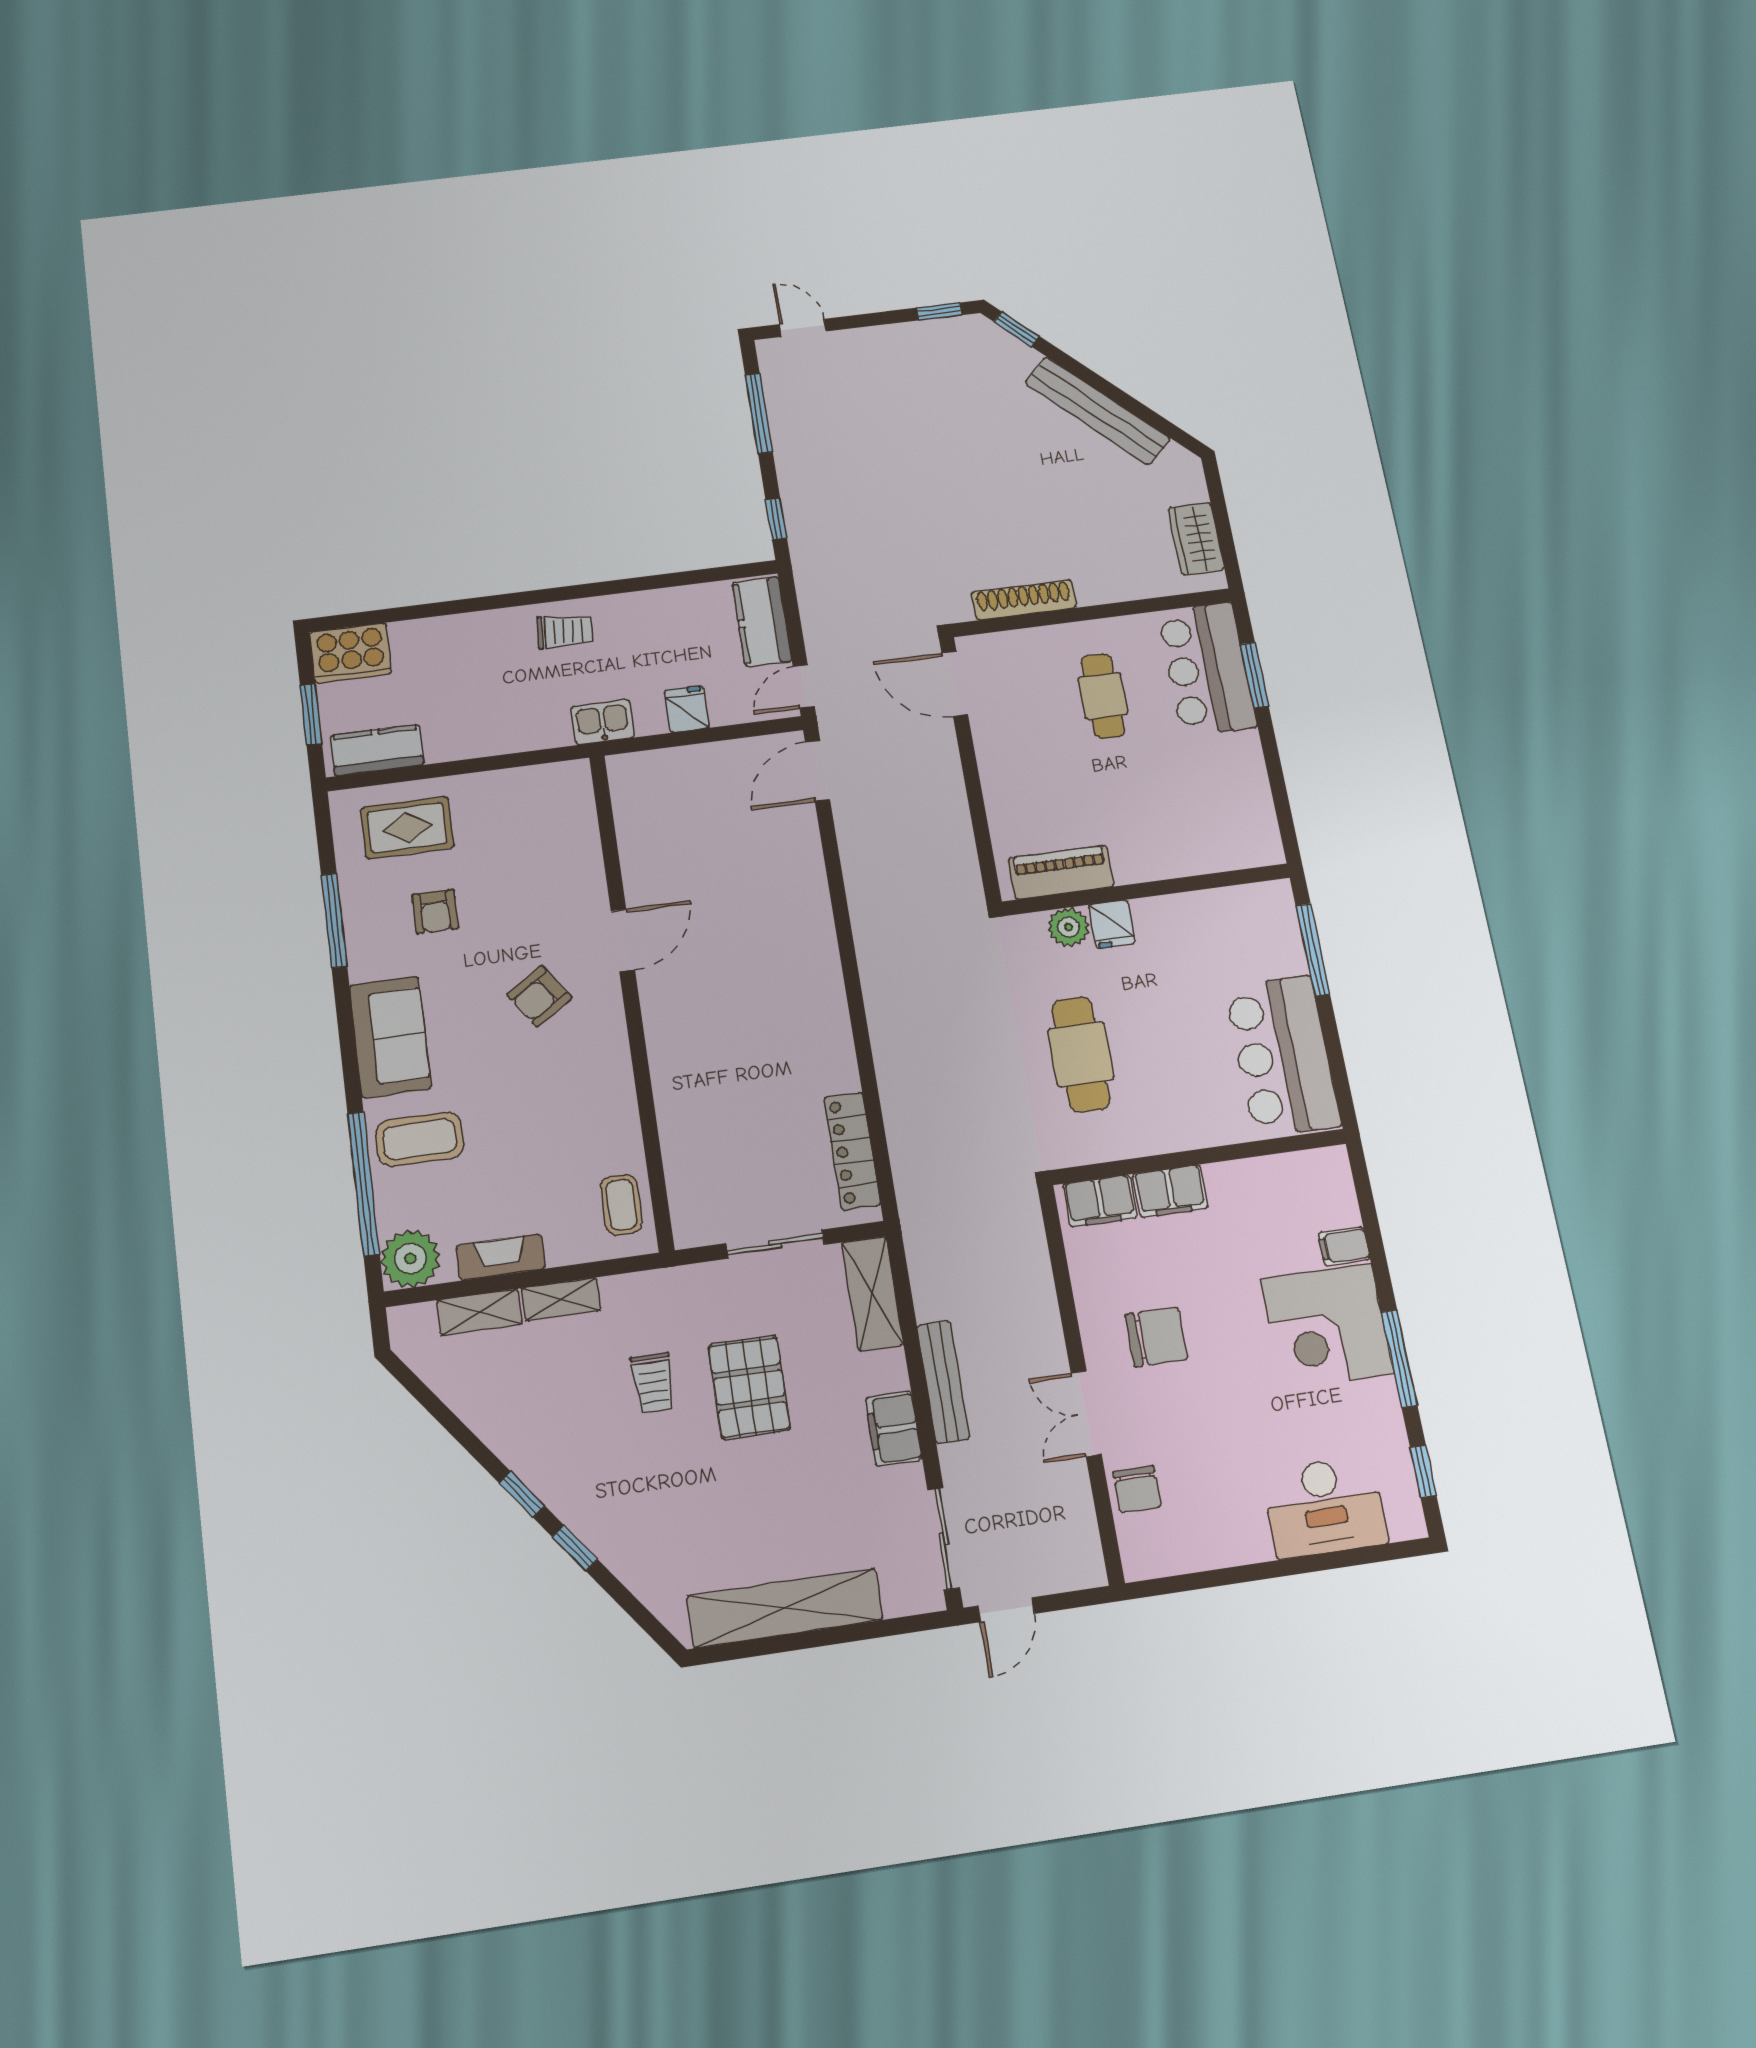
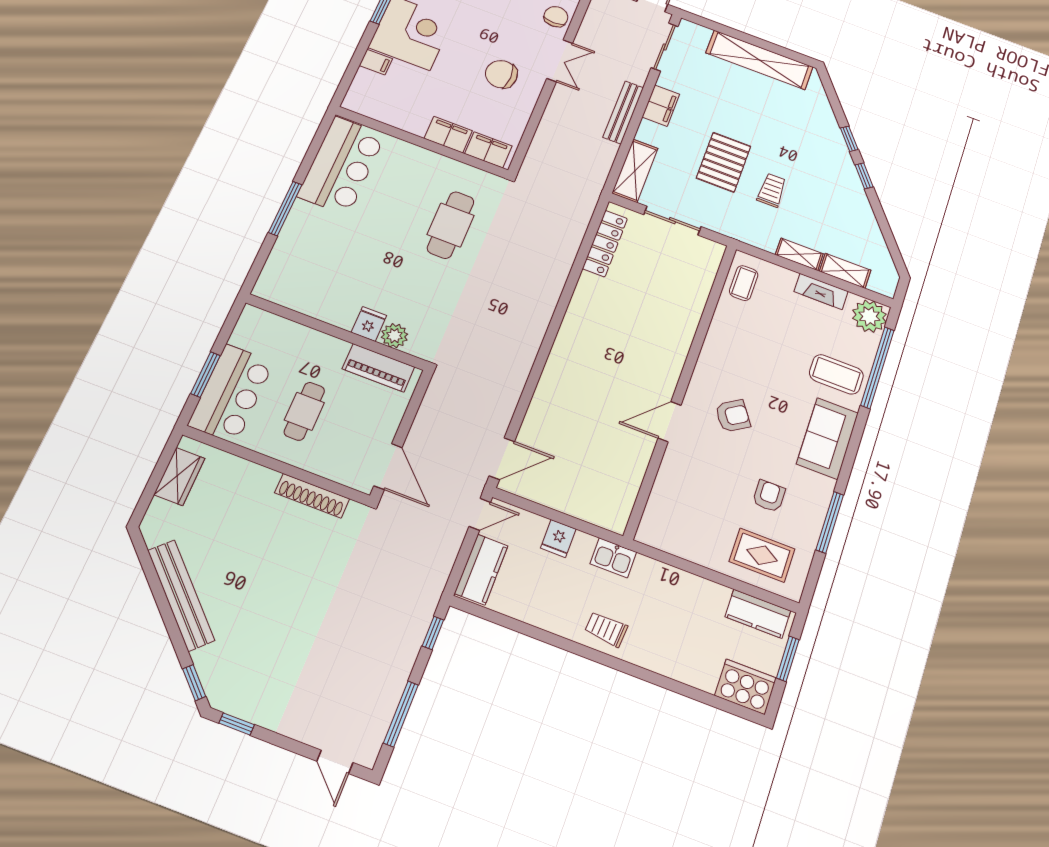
piano: (1061, 872) -> (378, 368), moved
wall: (1146, 890) -> (336, 332), moved
fridge: (1112, 924) -> (369, 324), moved
plant: (1069, 927) -> (394, 336), moved

